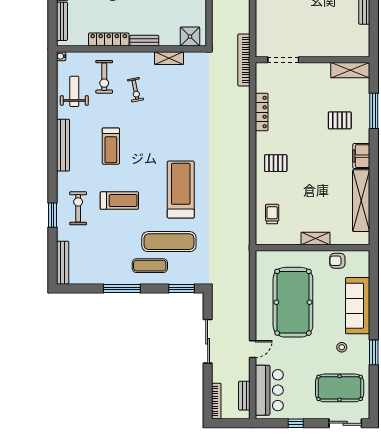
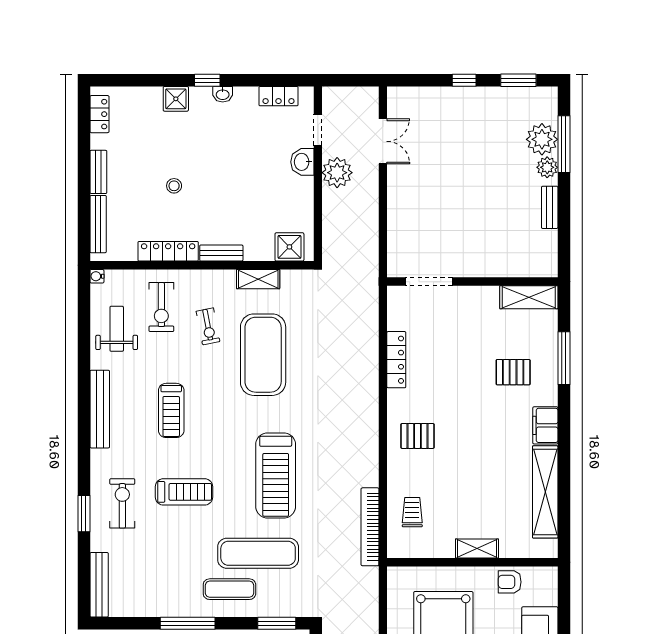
bookcase: (244, 60) -> (370, 527), moved
exercise mat: (172, 109) -> (263, 355), added
treadmill: (181, 190) -> (276, 475), turned 180

